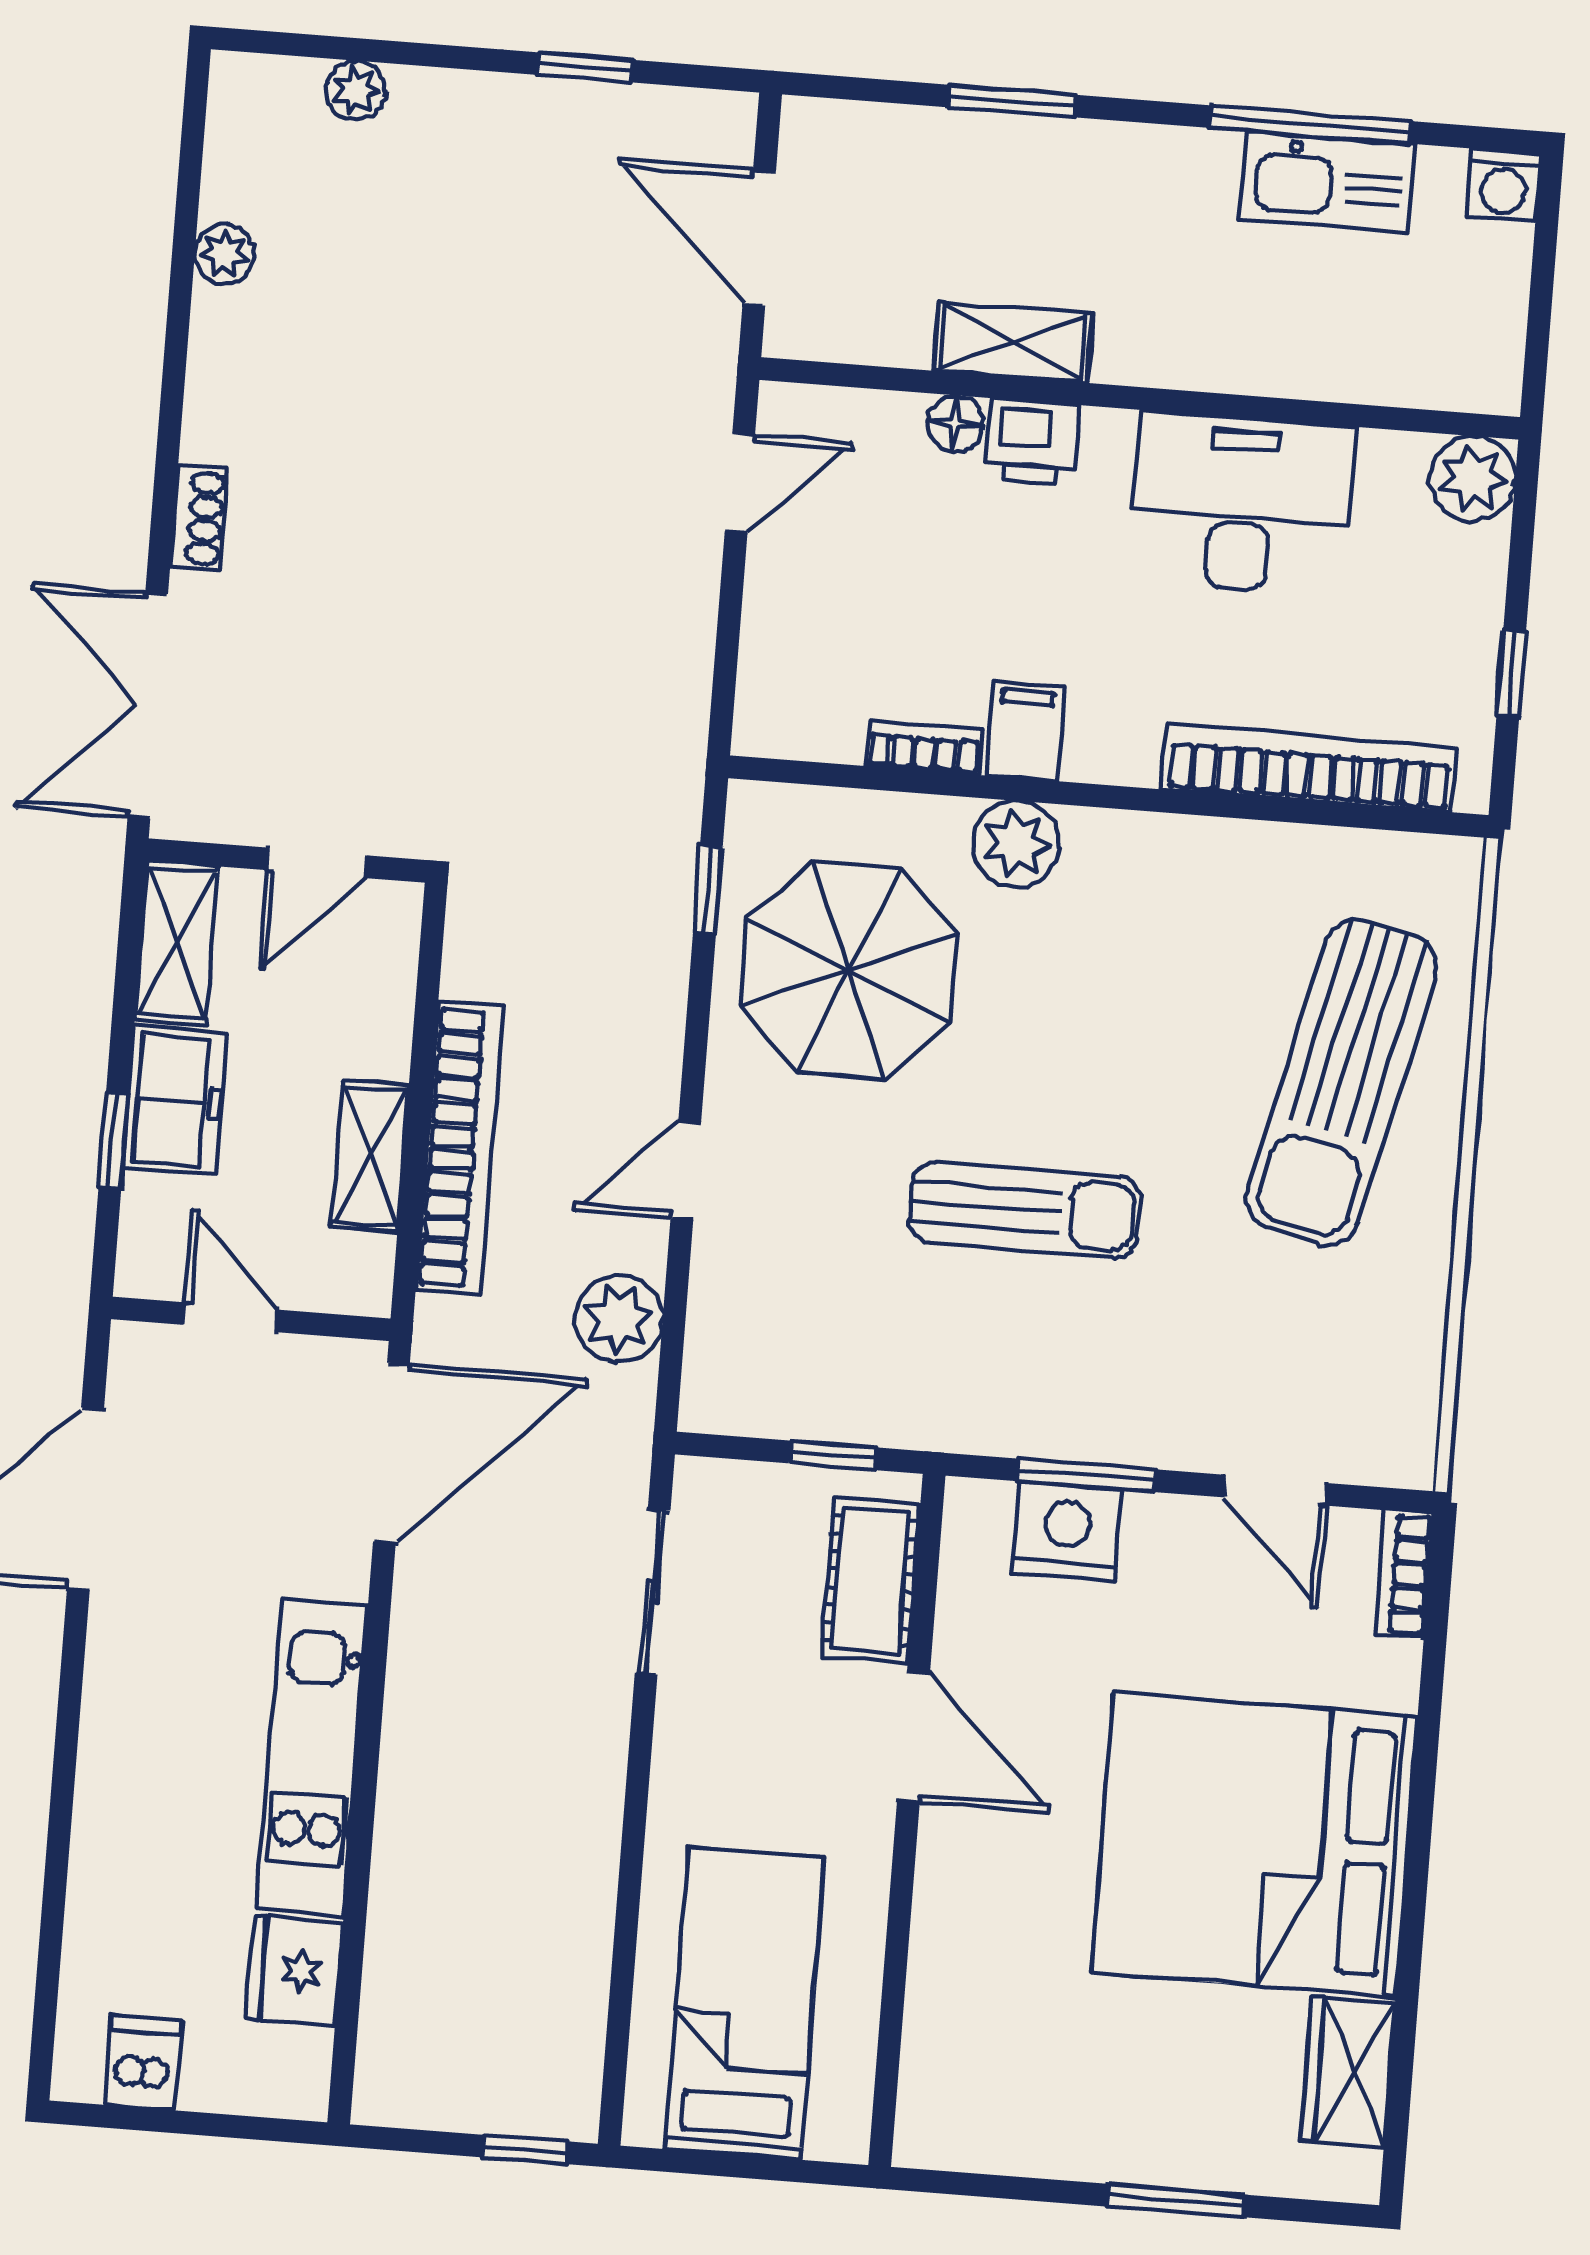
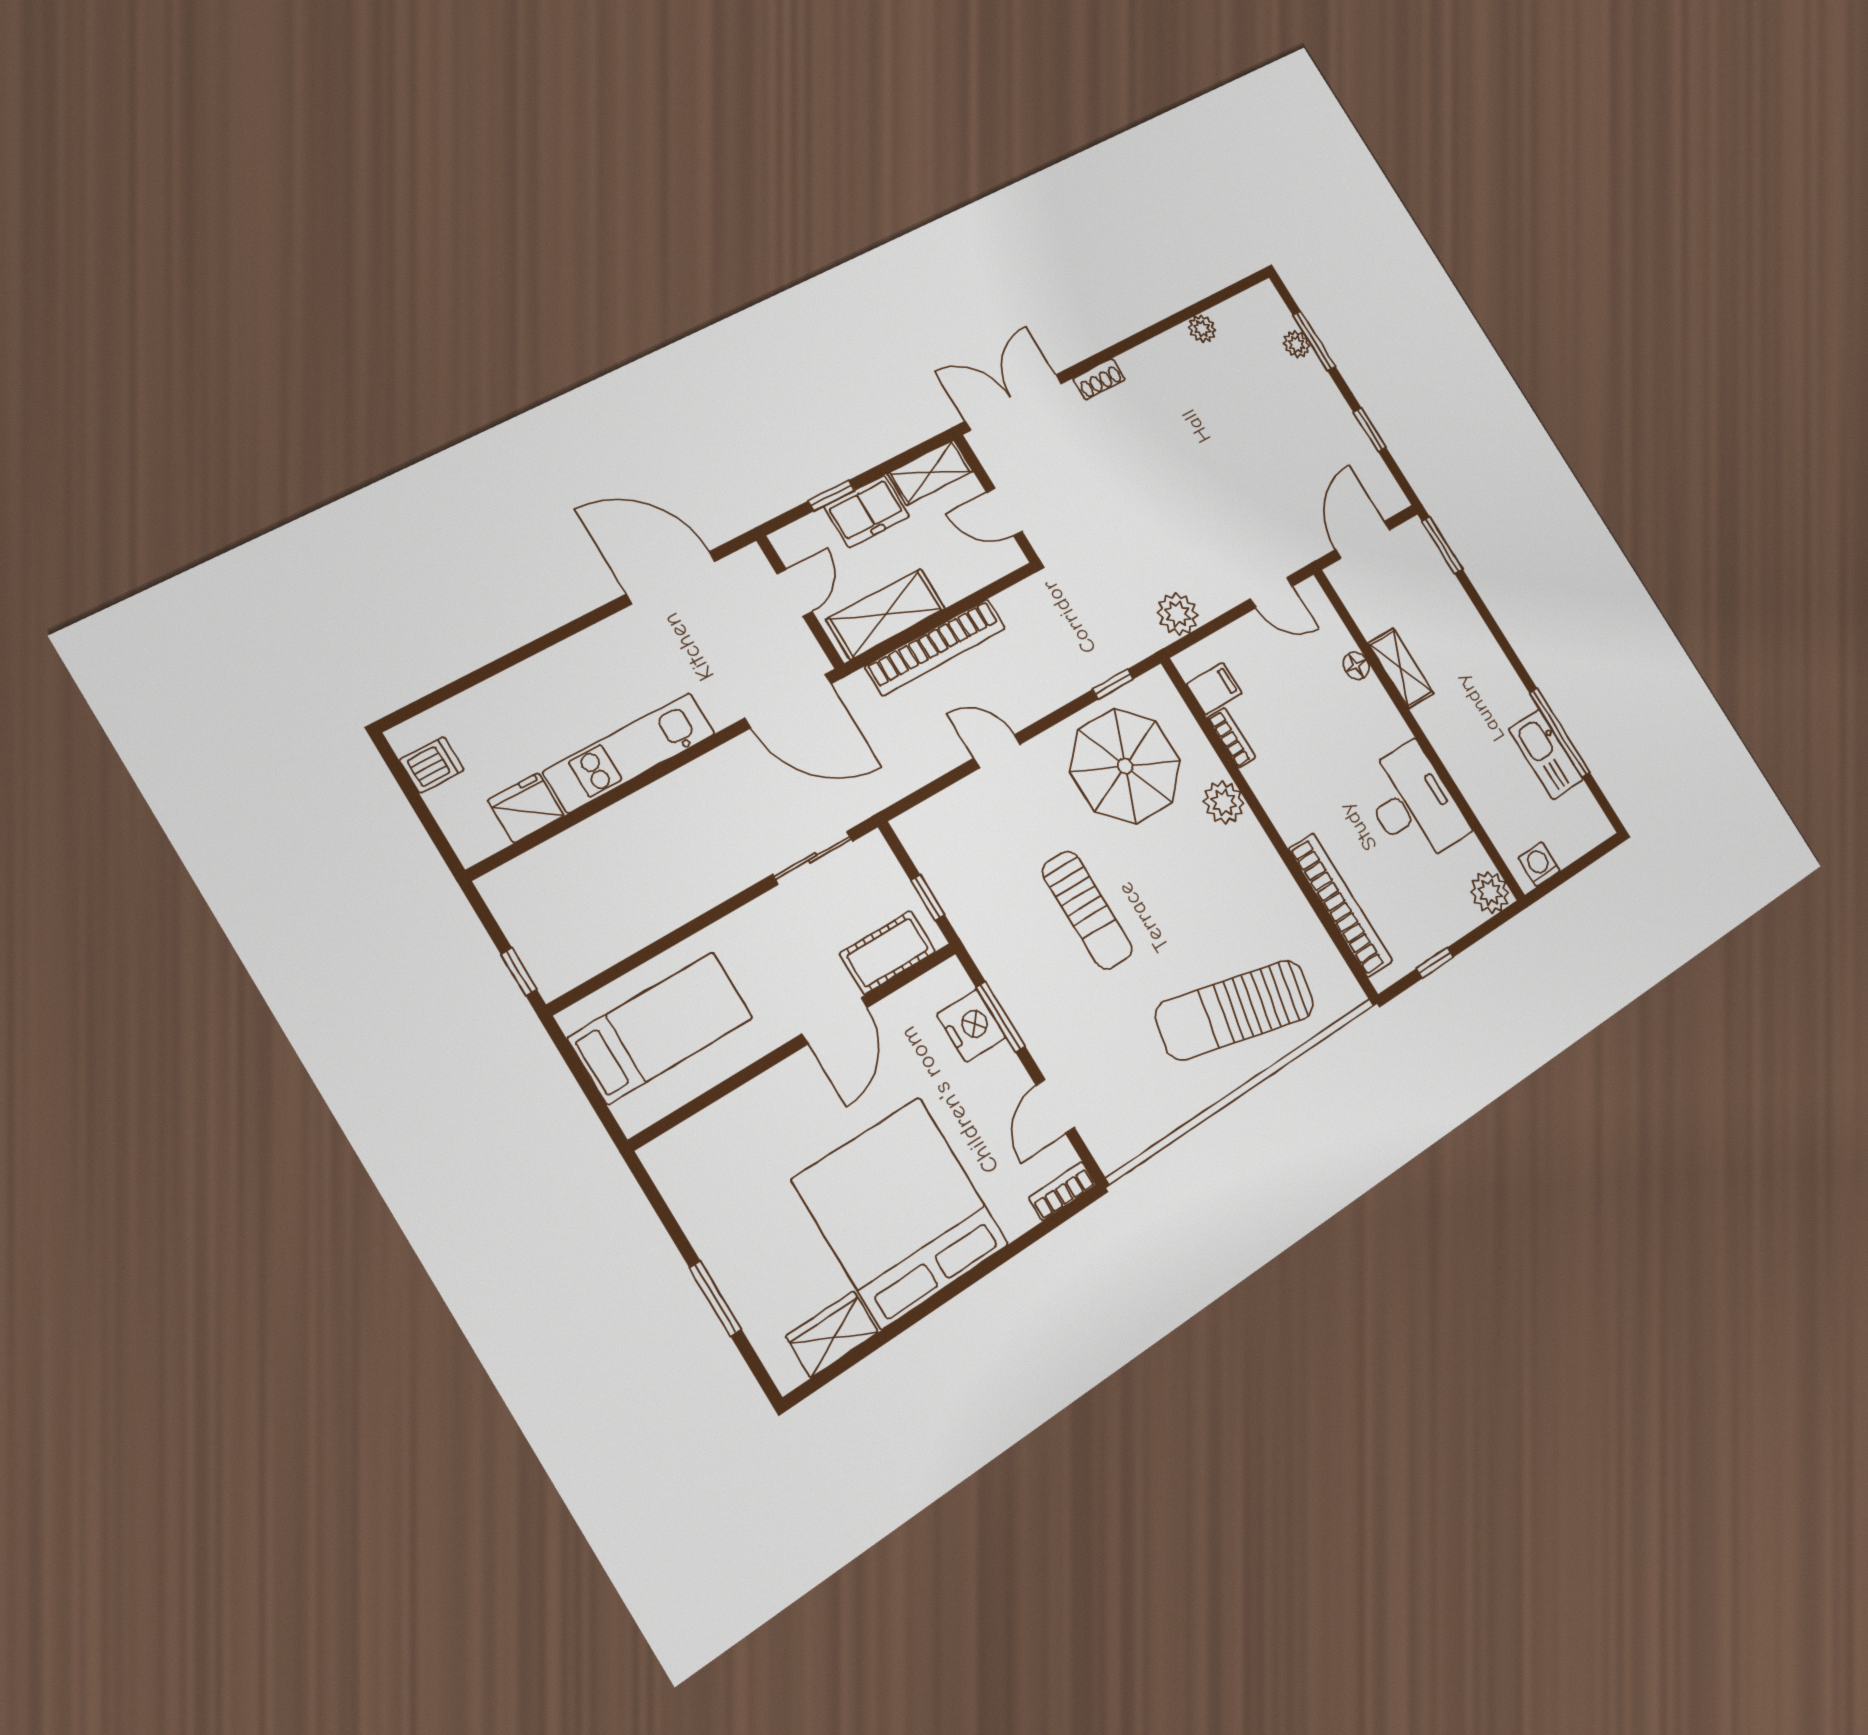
window: (370, 51) -> (1314, 341), added
window: (1013, 101) -> (1442, 545), moved
washing machine: (1504, 186) -> (1539, 864), moved, turned 90
printer: (1033, 442) -> (1373, 702), removed
filing cabinet: (1025, 731) -> (1214, 689), moved
shelving: (370, 1156) -> (886, 614), width x1.50, depth x1.33
plant: (619, 1319) -> (1178, 614), moved

